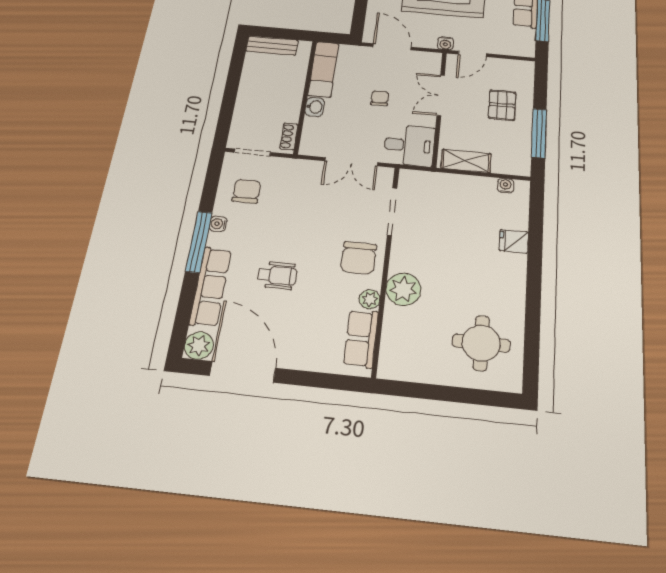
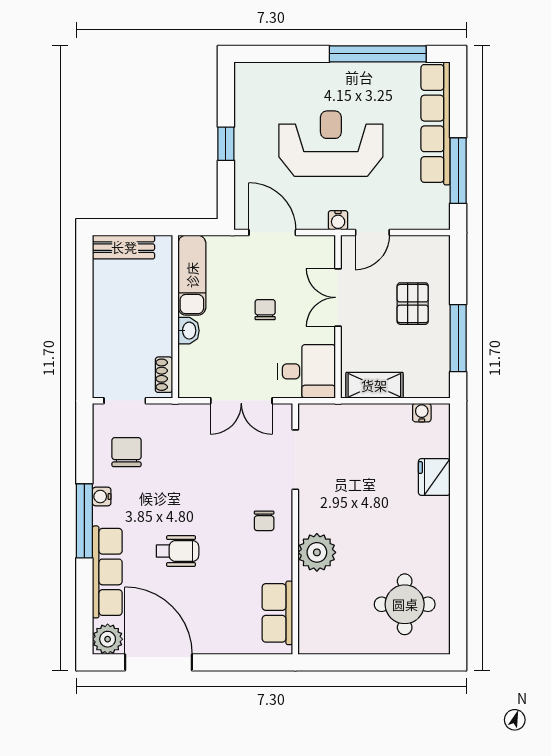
fridge: (514, 241) -> (434, 477), width x1.38
chair: (359, 258) -> (264, 521), width x0.54, depth x0.54
plant: (370, 299) -> (282, 568), removed

